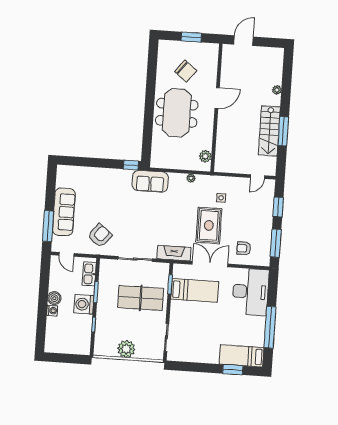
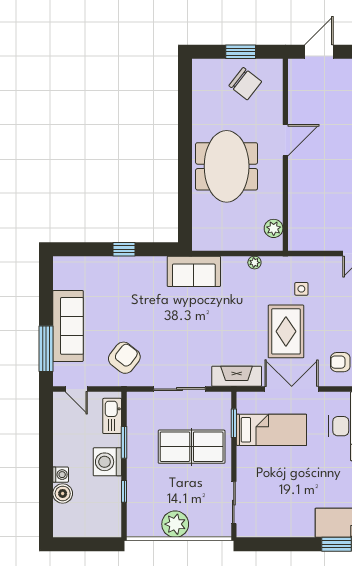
chair: (186, 71) -> (245, 84), moved
window: (131, 165) -> (124, 249), moved
boiler: (54, 298) -> (63, 493), moved

